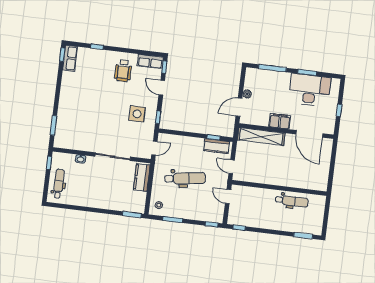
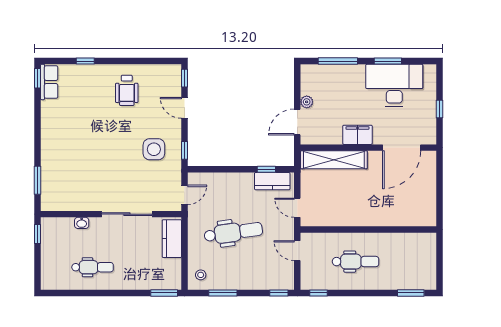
row of seats: (150, 61) -> (163, 73), removed
door: (309, 134) -> (402, 148), hinge flipped
dental chair: (59, 184) -> (93, 267), moved, turned 90
dental chair: (292, 201) -> (356, 262), moved

